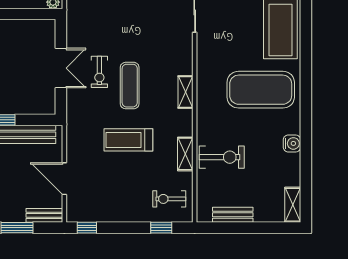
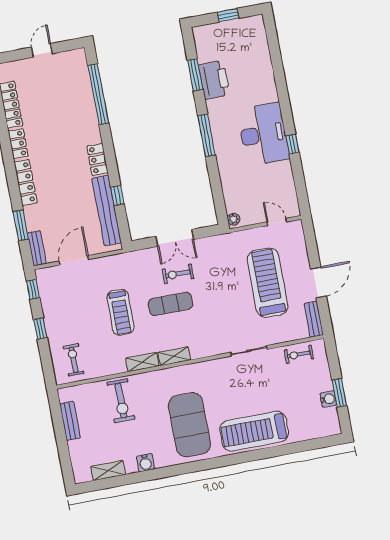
treadmill: (128, 140) -> (120, 312), turned 180
shelving: (185, 154) -> (142, 362), moved
shelving: (293, 205) -> (108, 470), moved
window: (161, 228) -> (40, 328), moved

